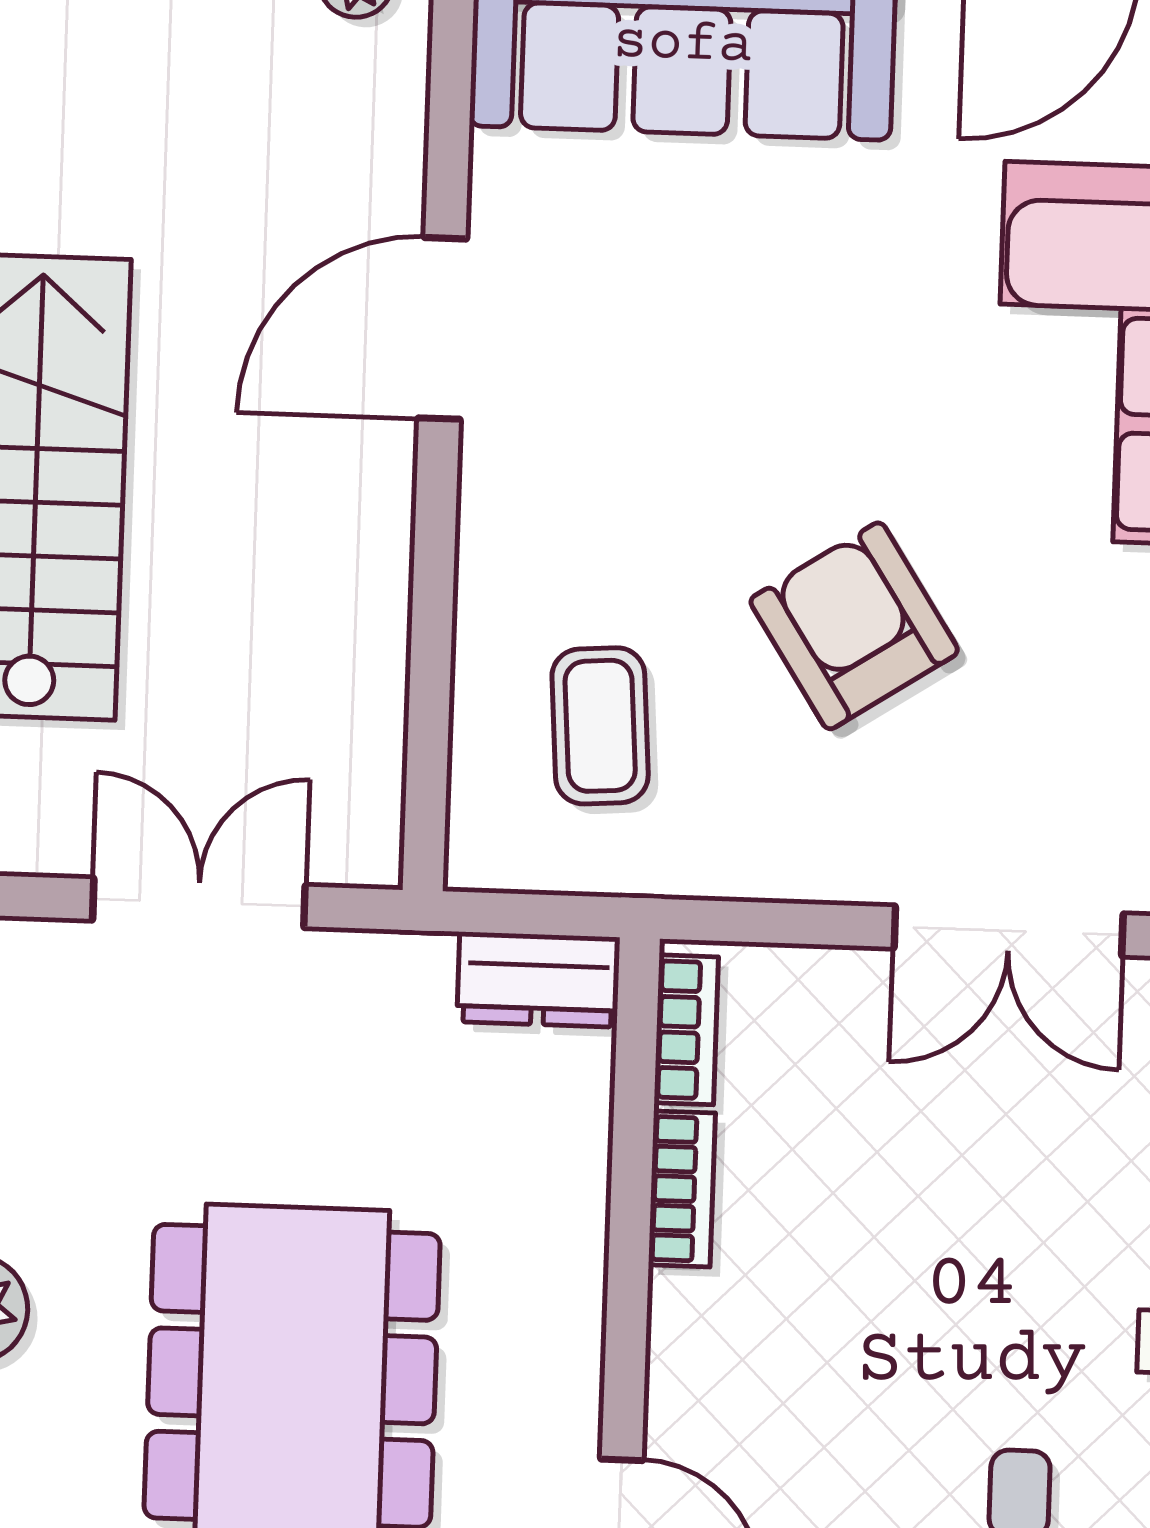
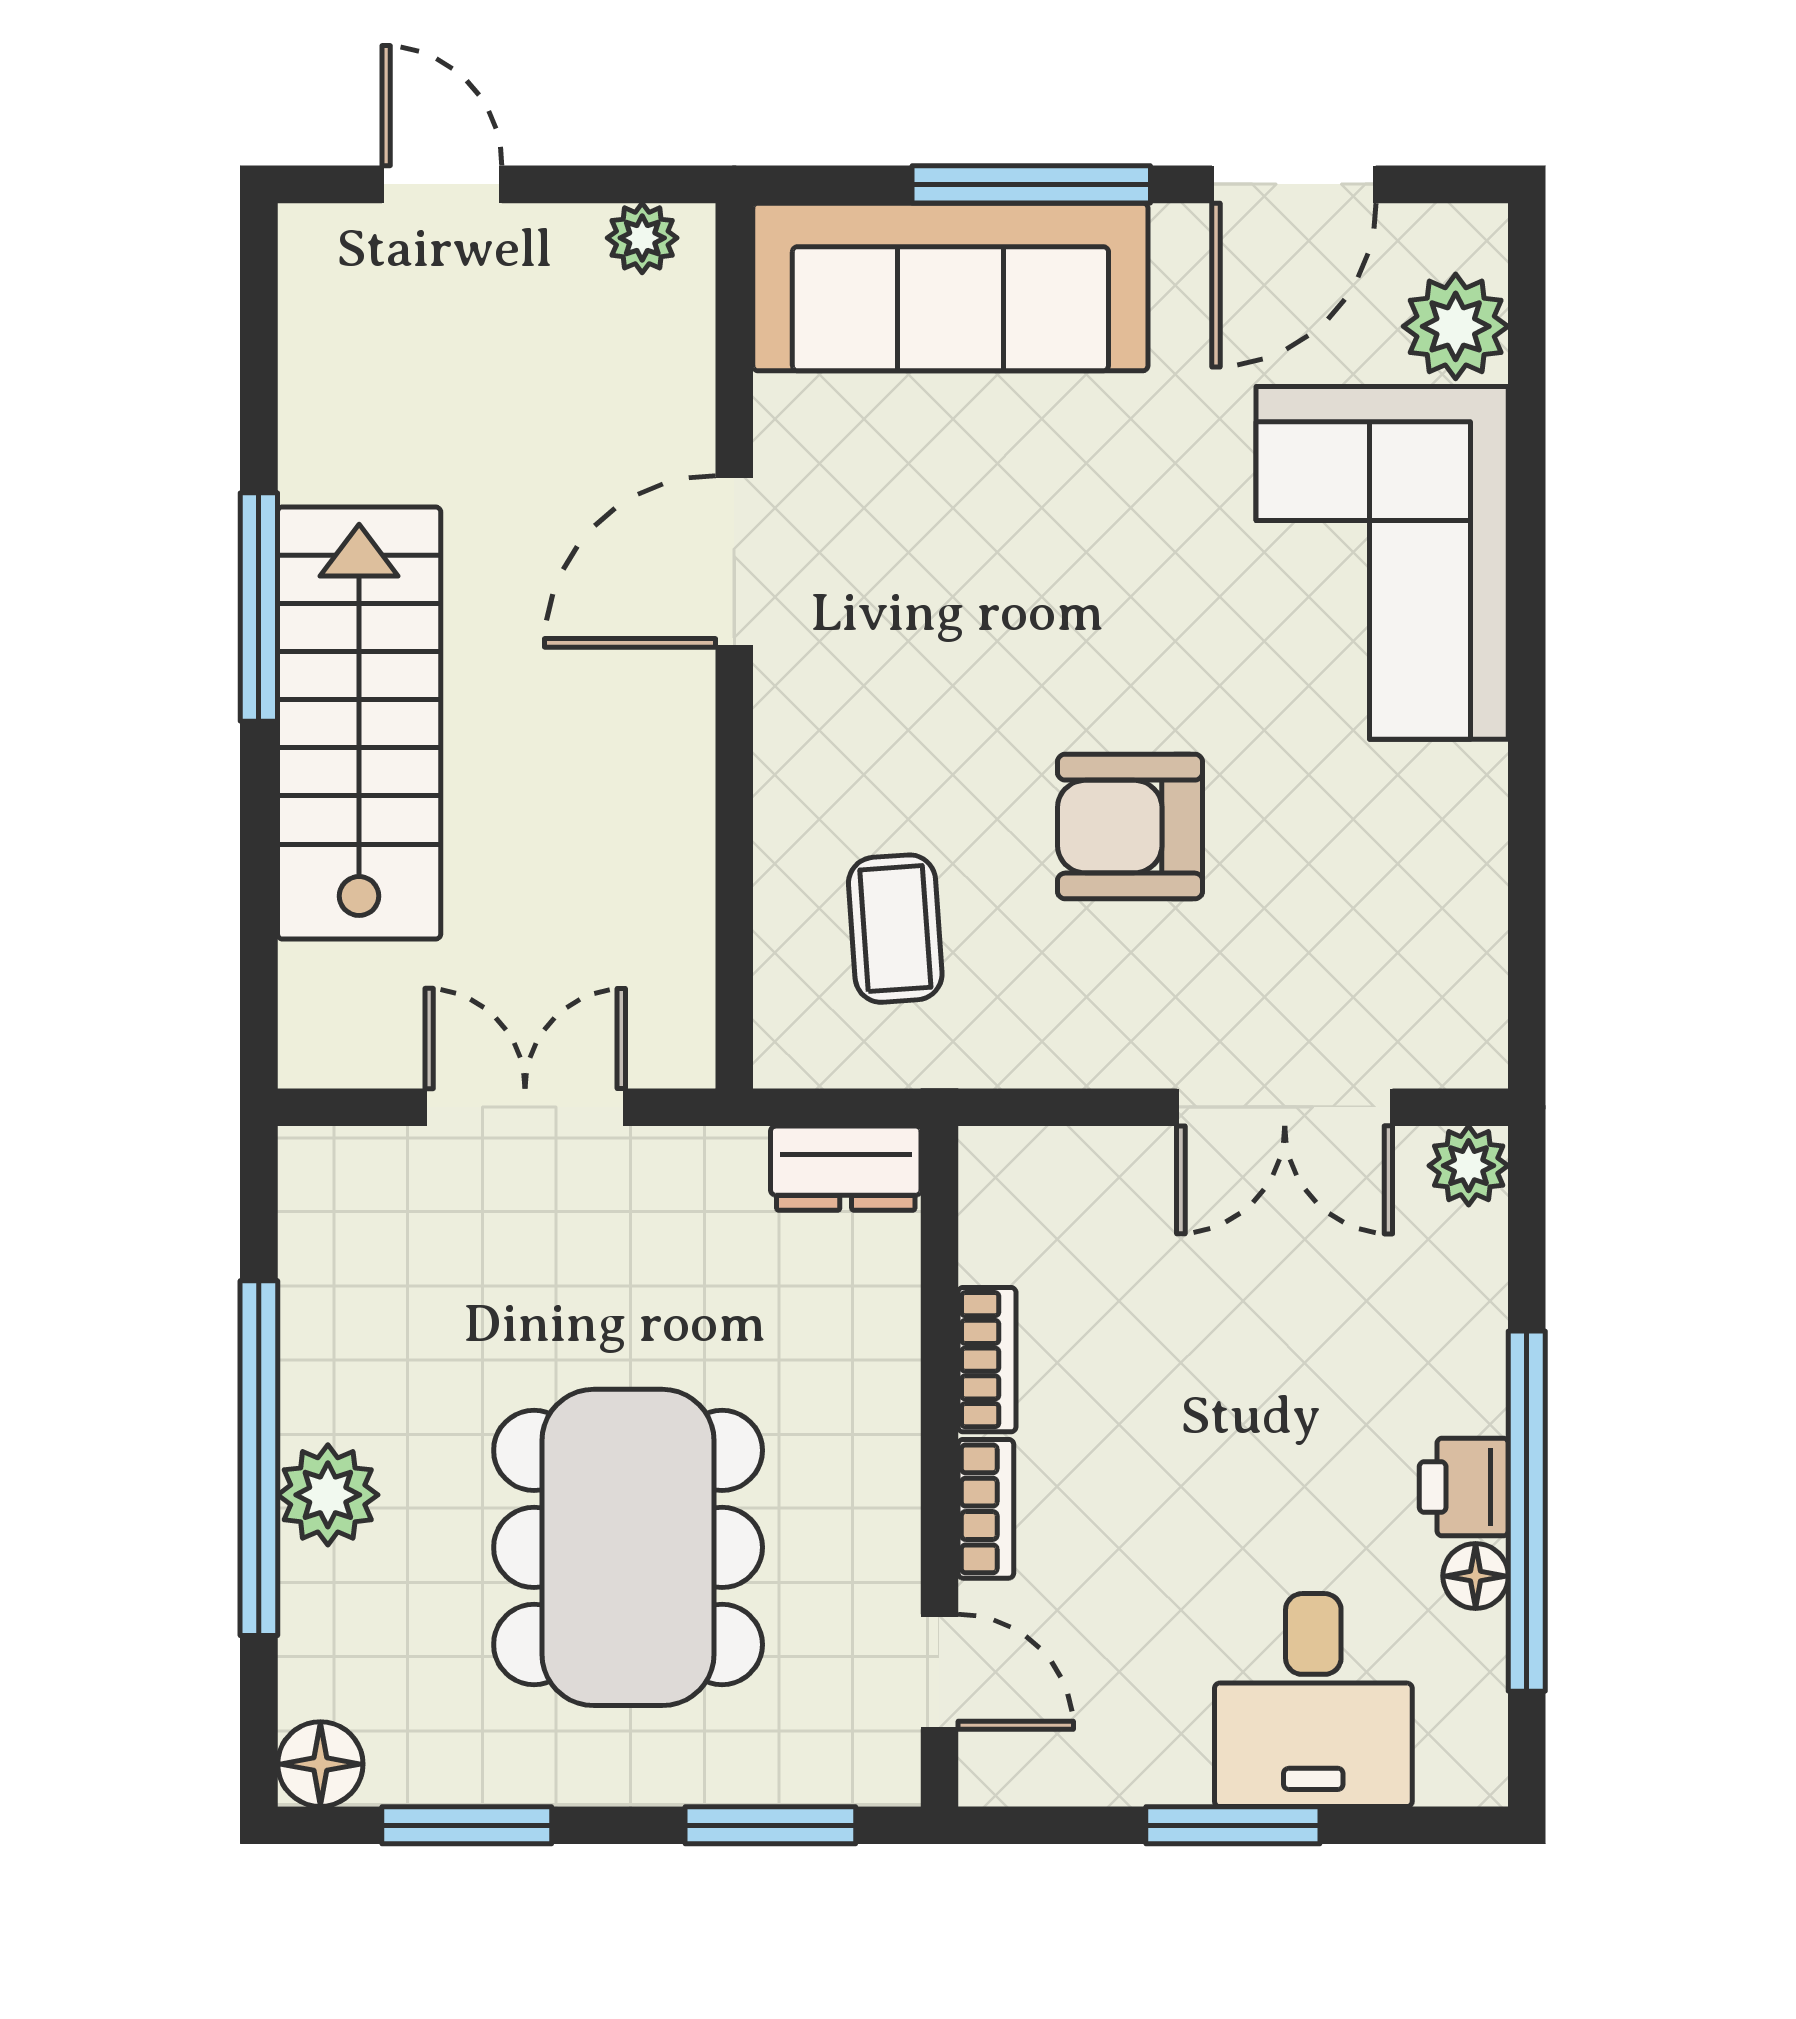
armchair: (854, 626) -> (1130, 827), turned -57
bookcase: (686, 1030) -> (986, 1509), moved

